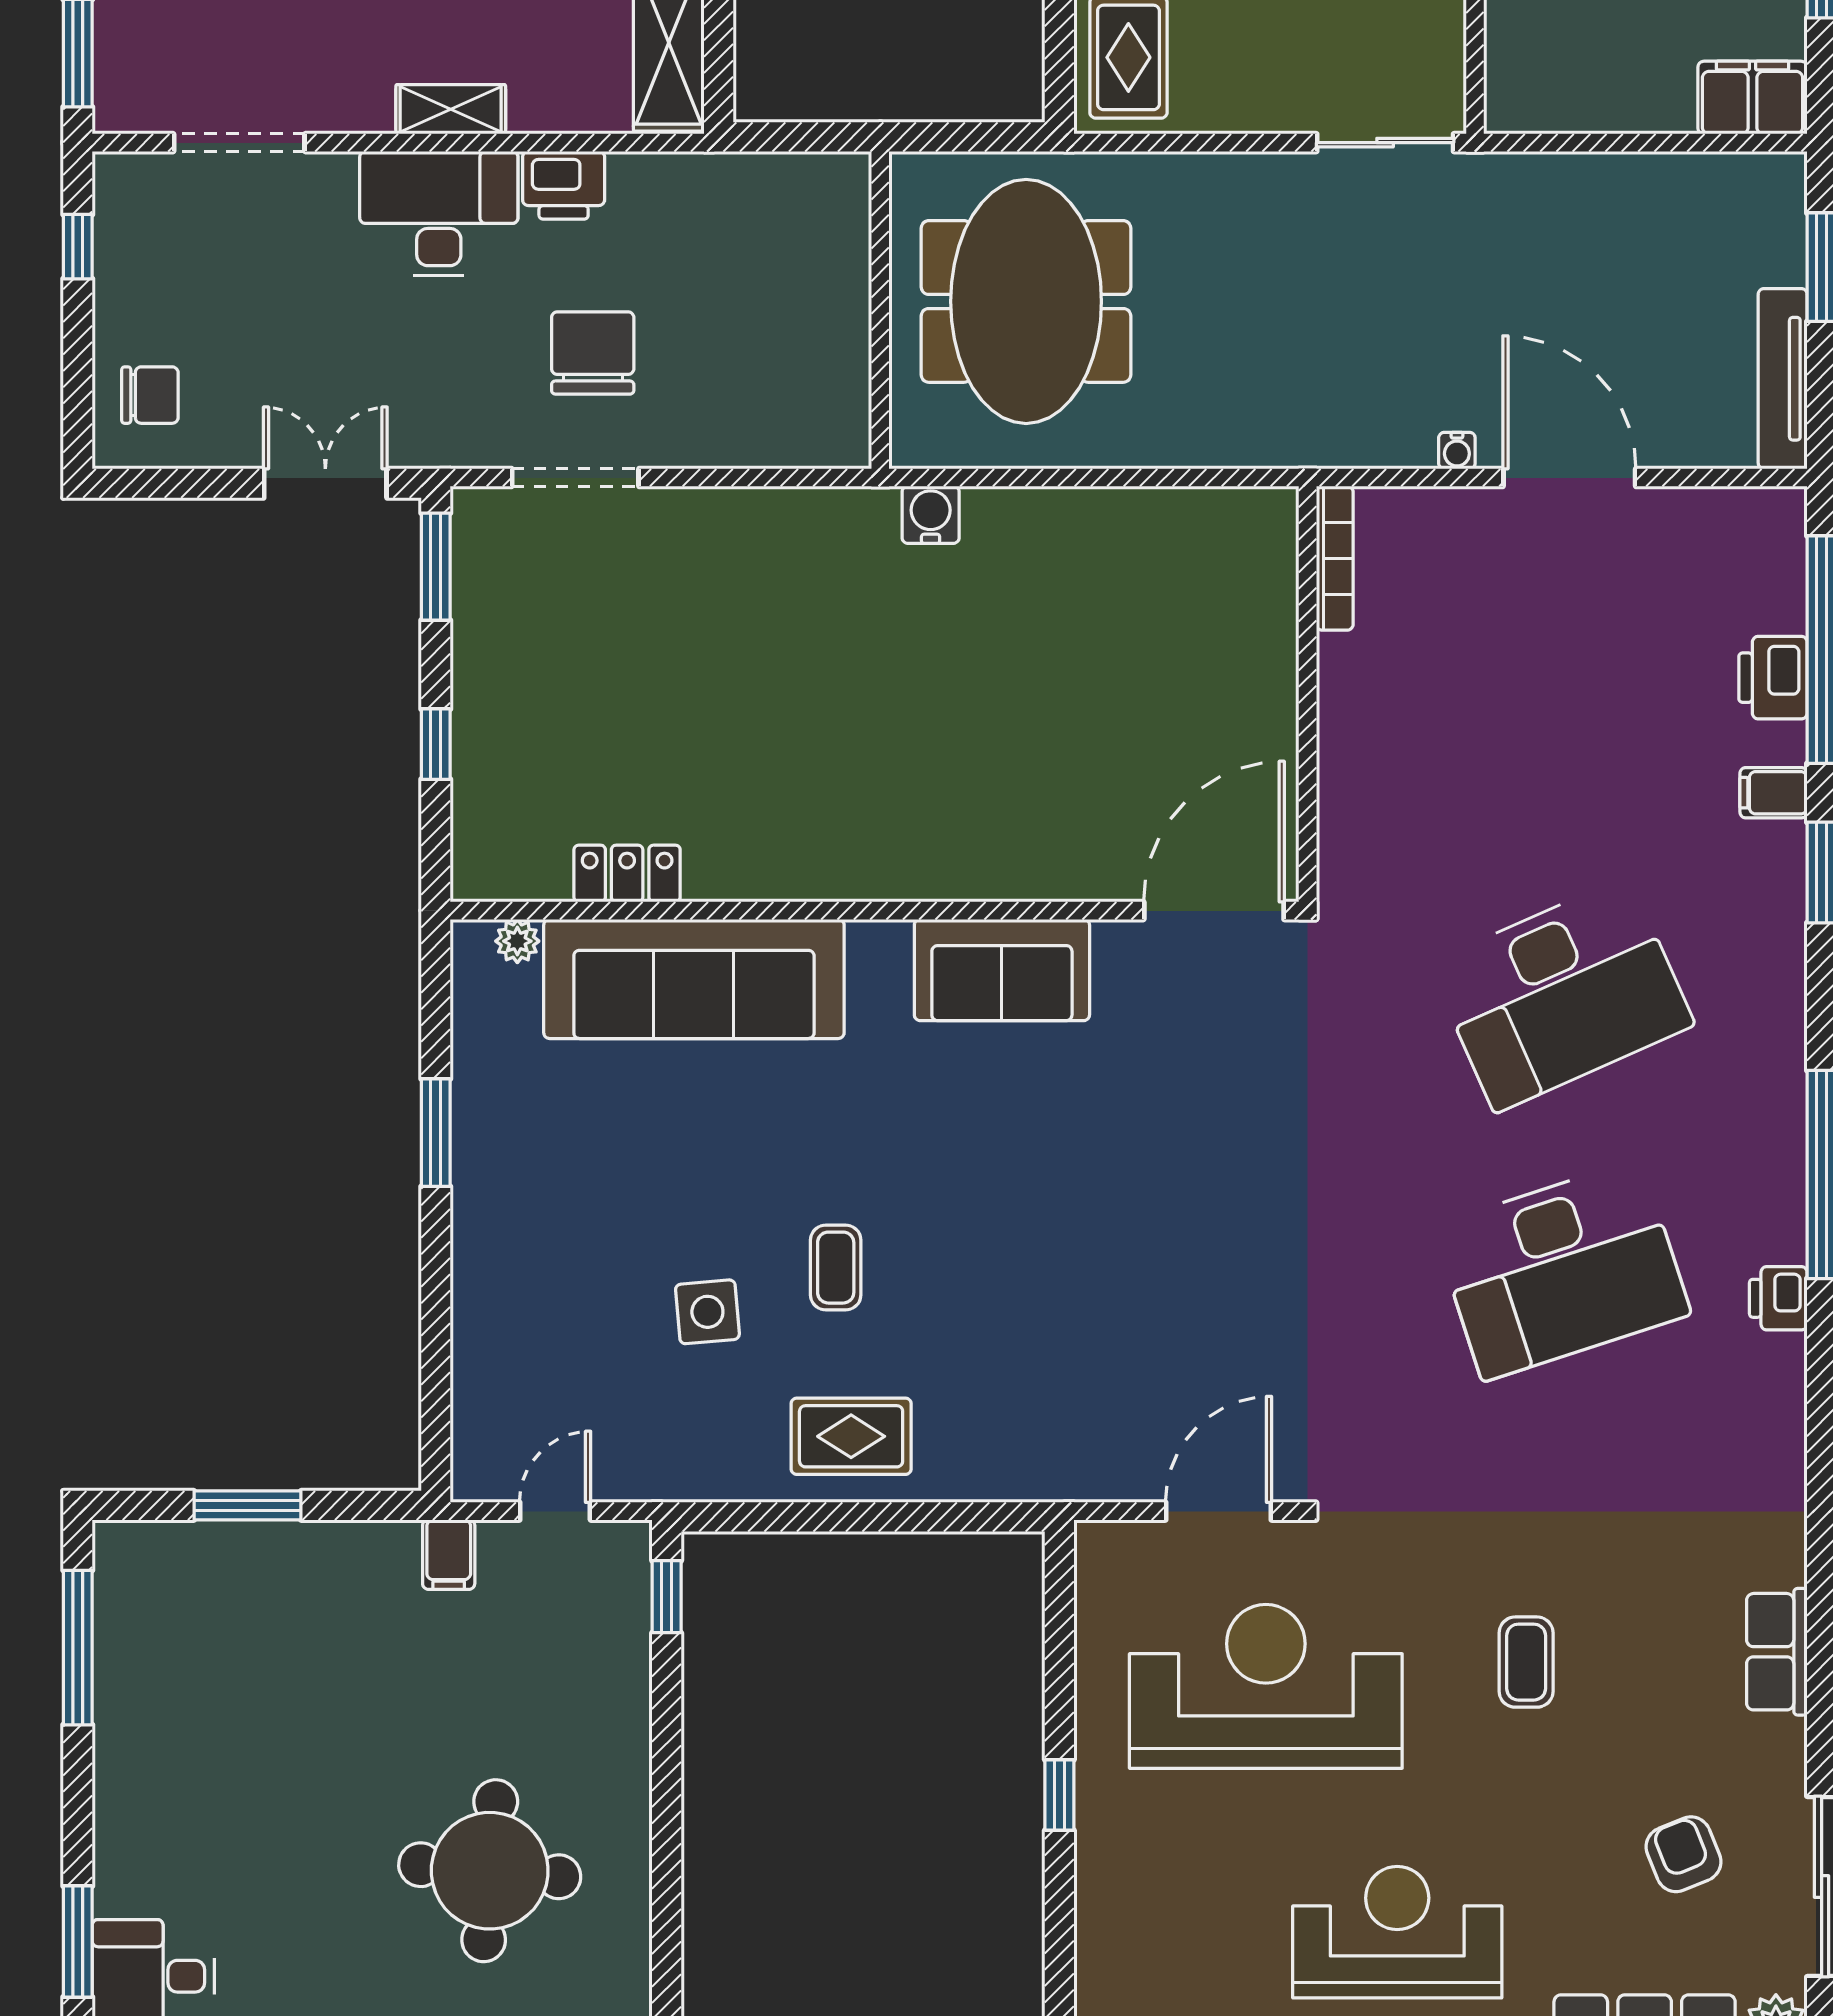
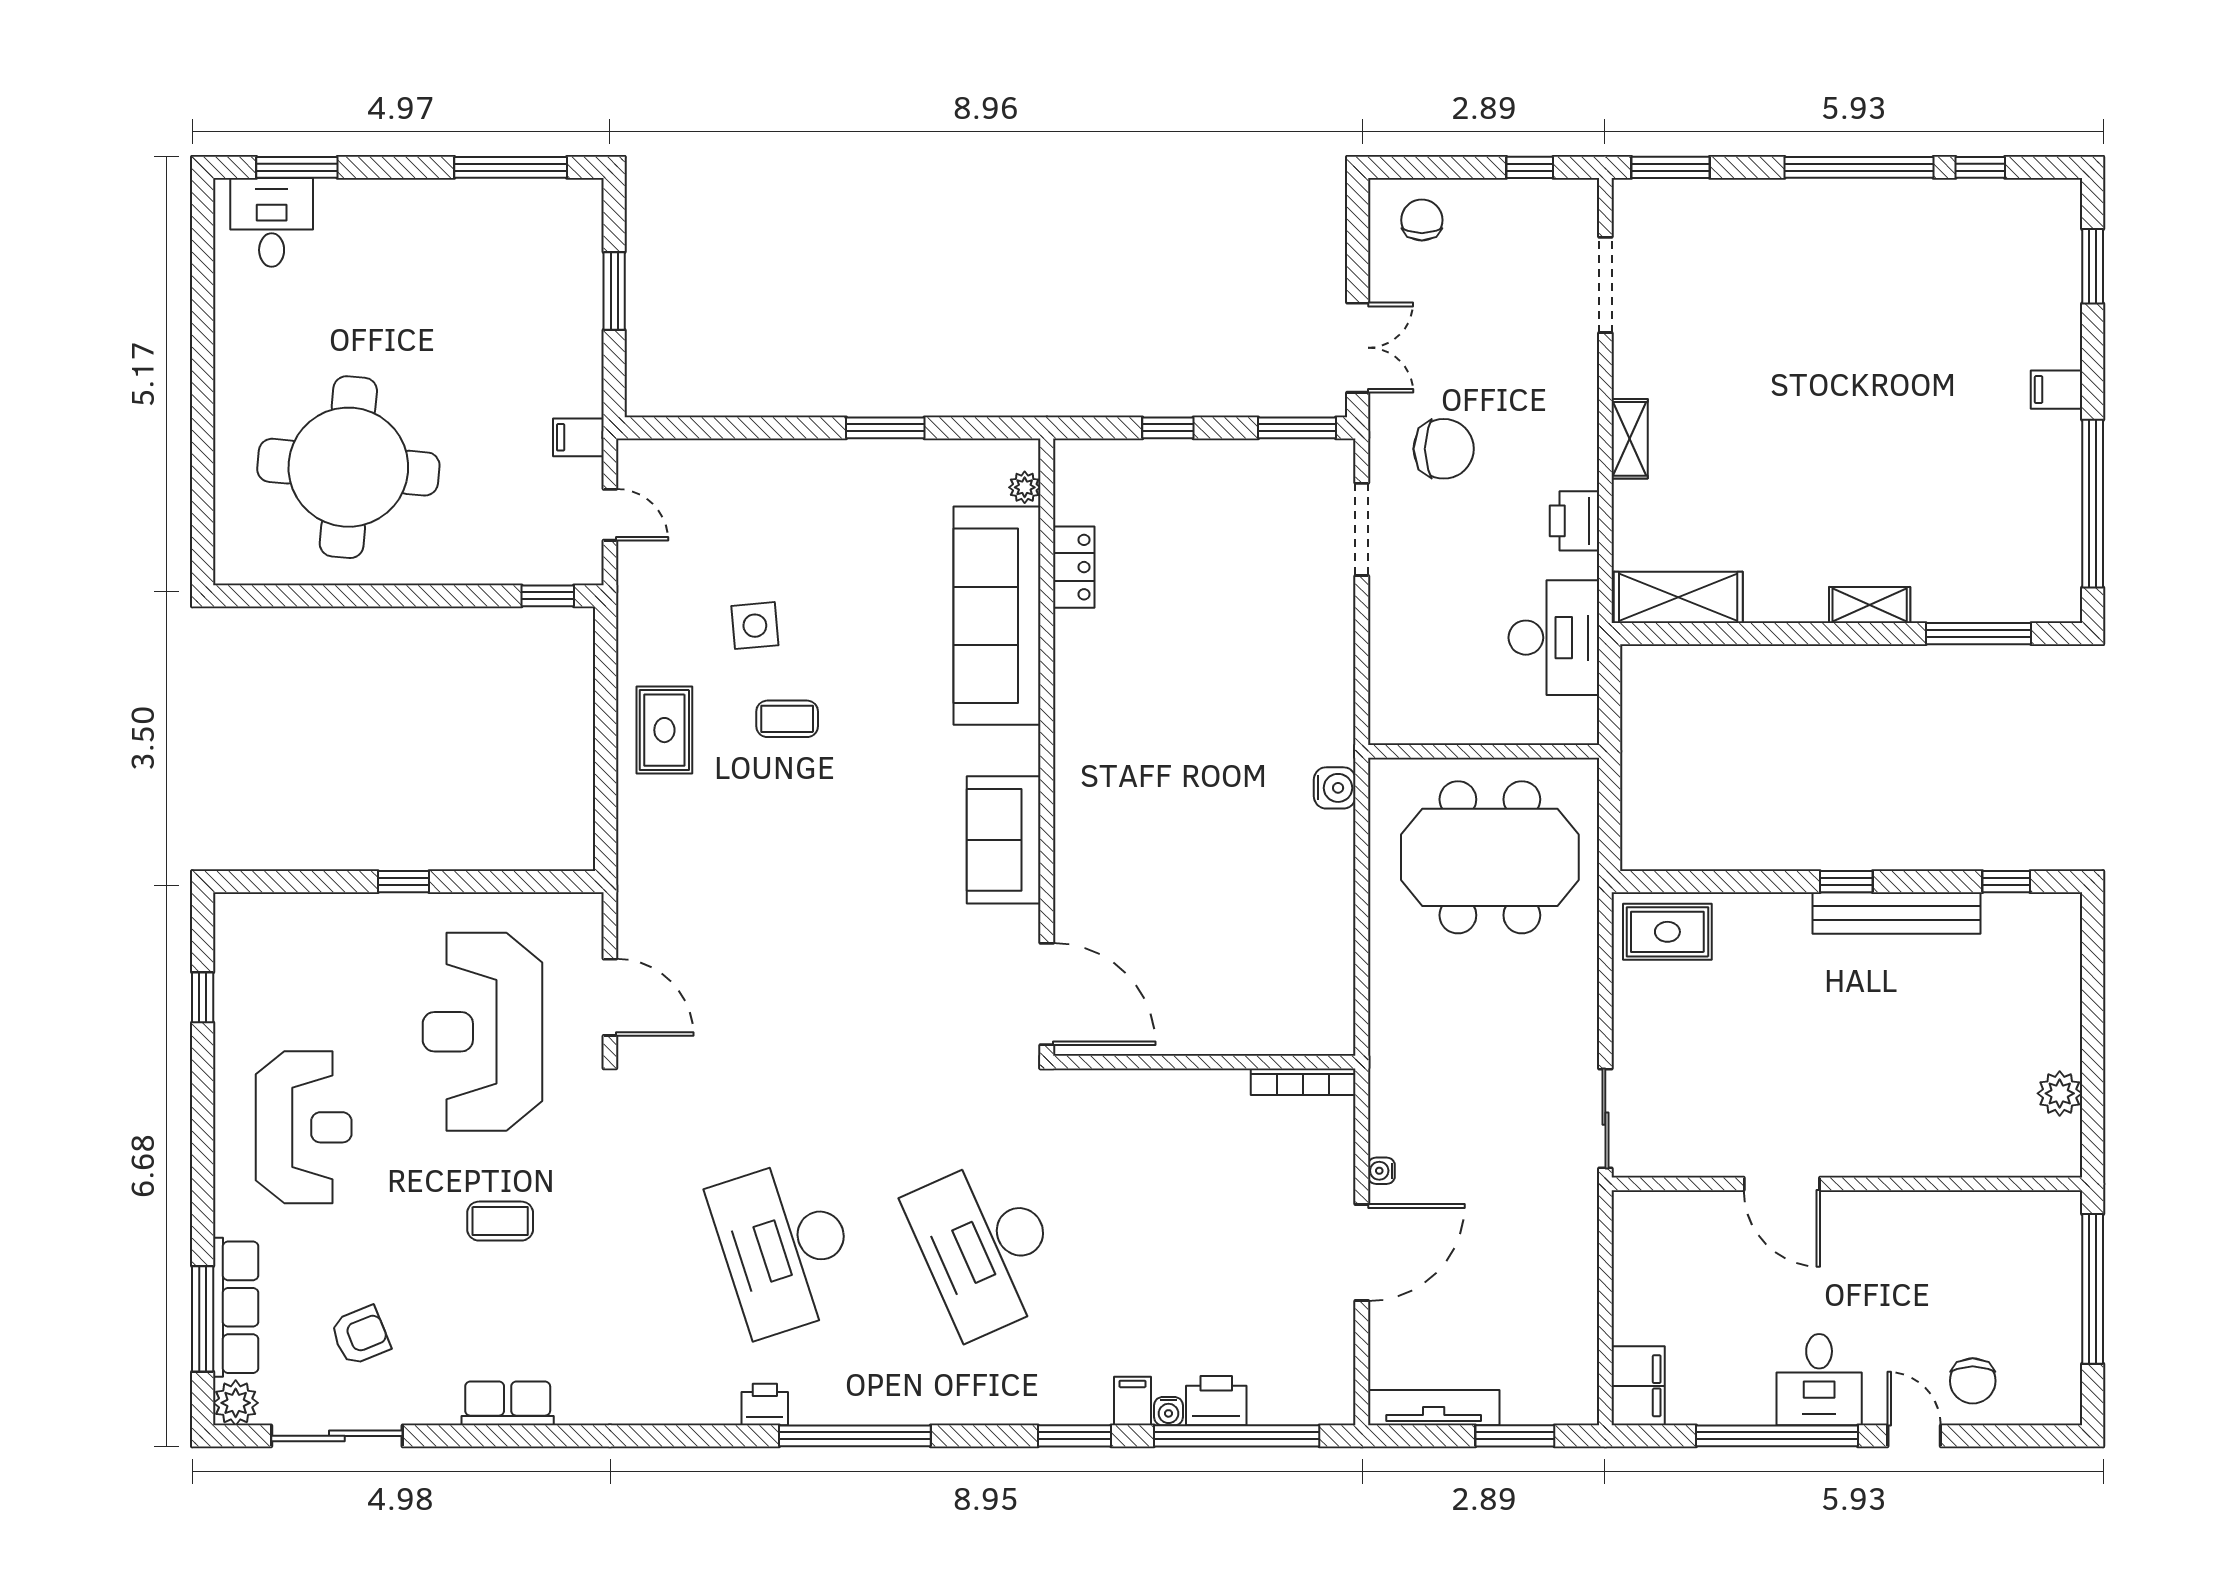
desk: (439, 213) -> (1554, 638), moved
chair: (593, 353) -> (1444, 449), moved
chair: (150, 395) -> (1422, 220), turned 180
water cooler: (1787, 743) -> (1168, 1411), added
reception desk: (1266, 1686) -> (482, 1032), turned 180
round table: (490, 1871) -> (348, 467), width x1.36, depth x1.36

